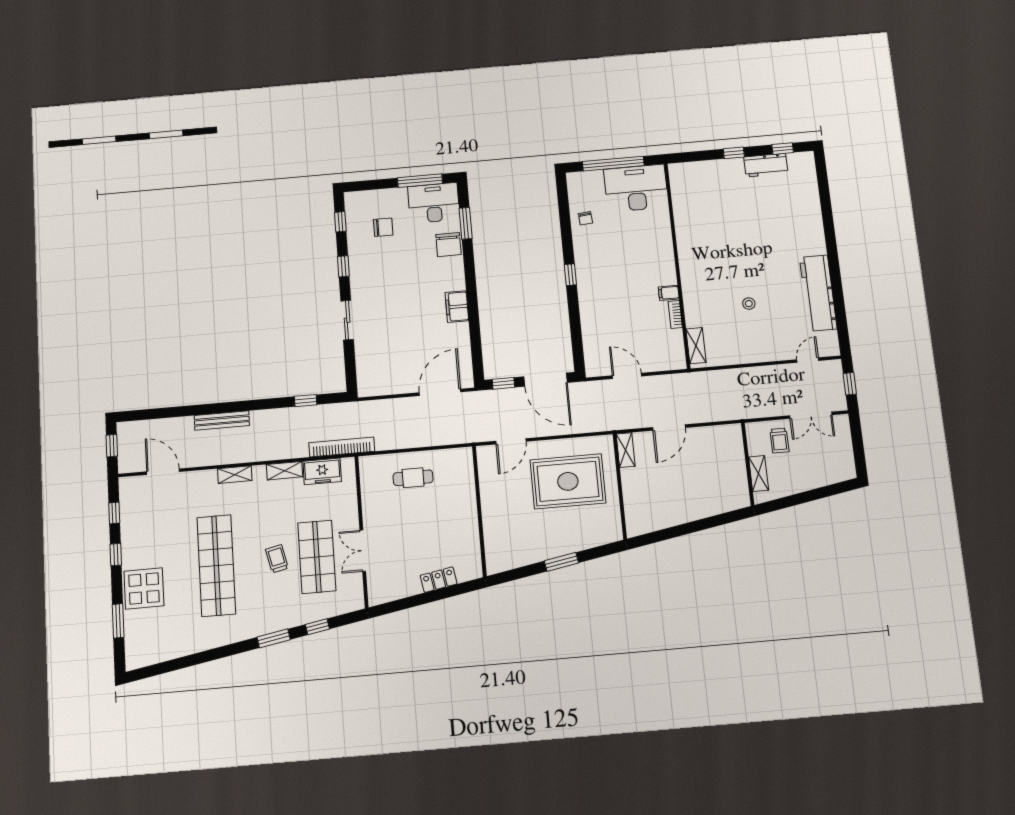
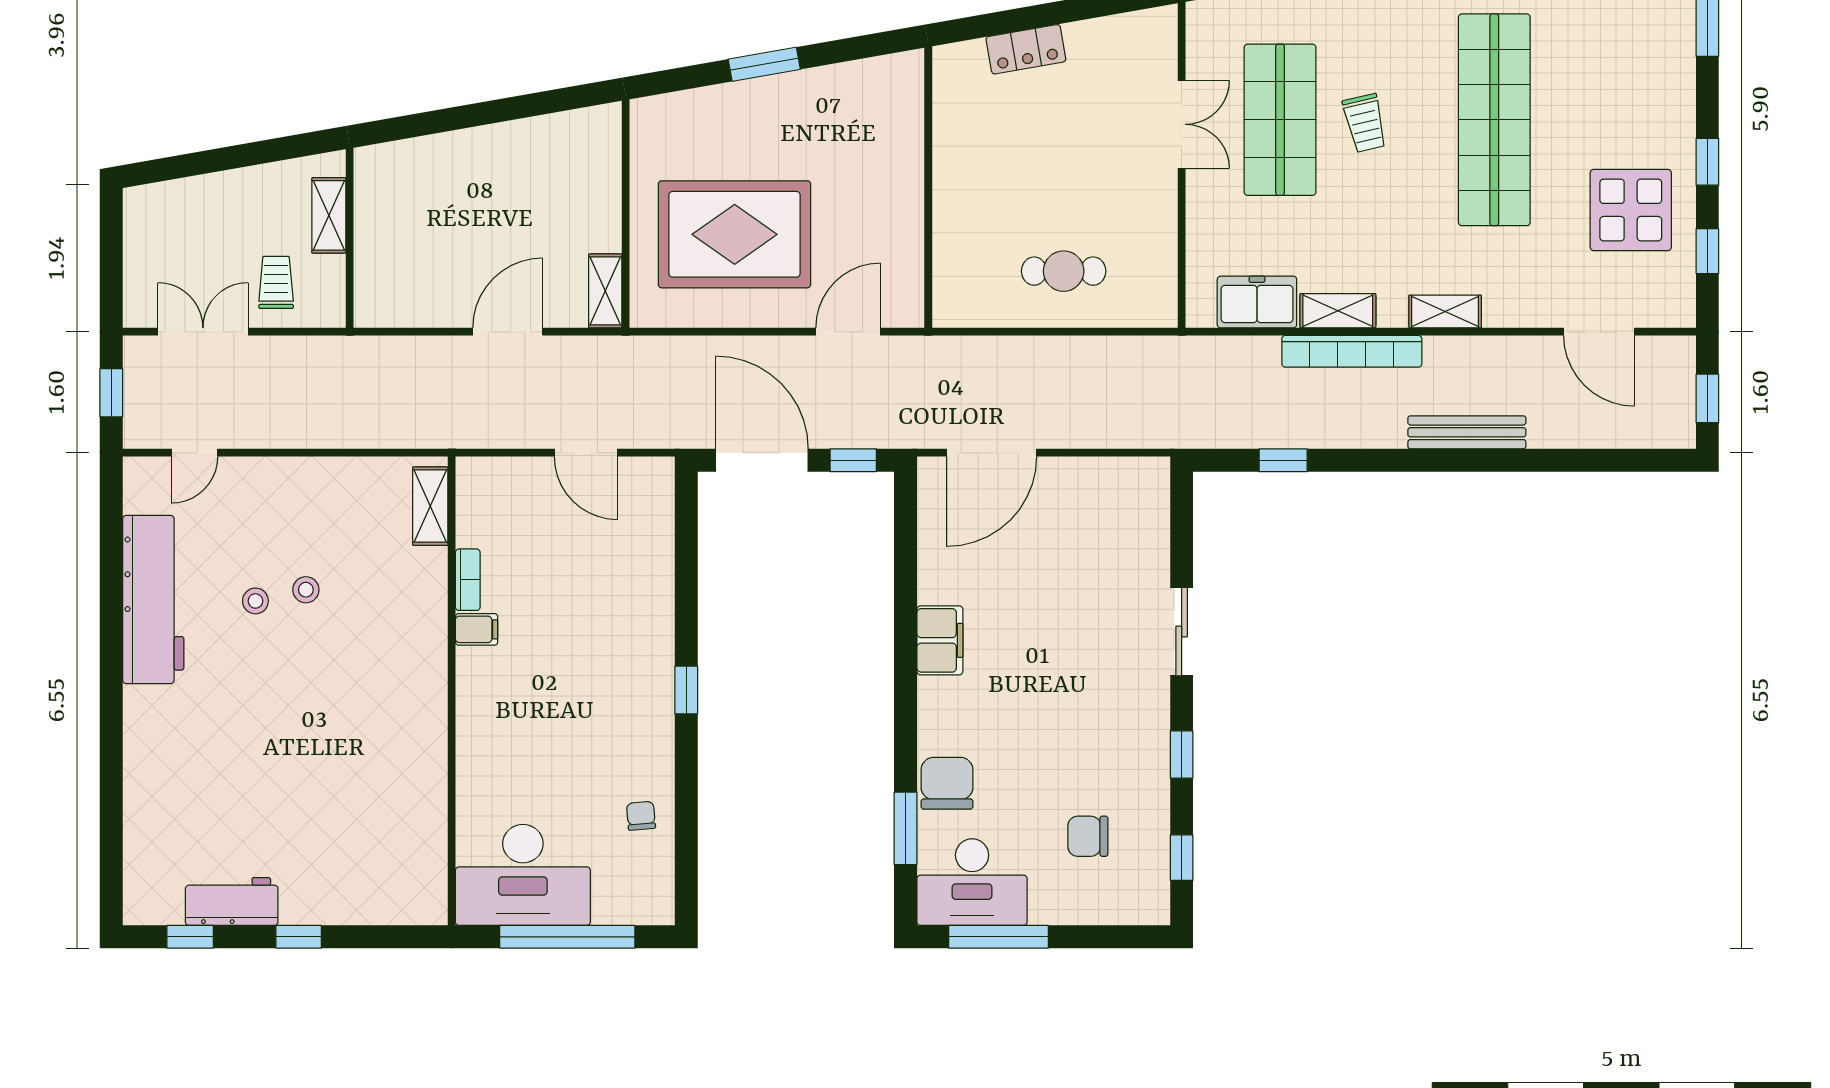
stool: (771, 297) -> (255, 601), added
bookcase: (342, 447) -> (1352, 351), moved
display table: (144, 588) -> (1631, 210), moved

